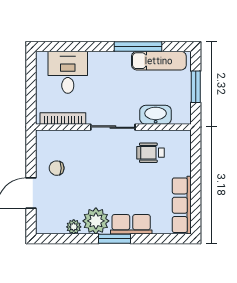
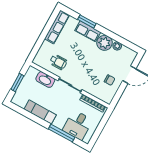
window: (138, 47) -> (62, 133), moved
exam couch: (159, 61) -> (40, 112), moved
window: (114, 239) -> (87, 21), moved

